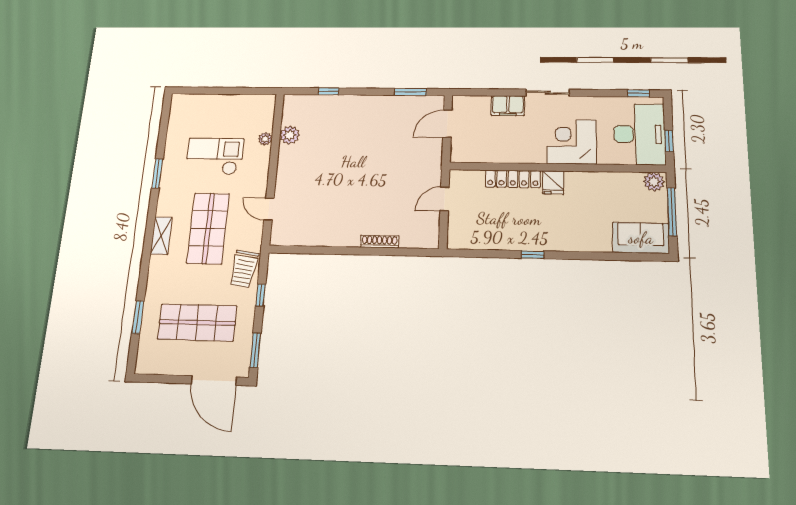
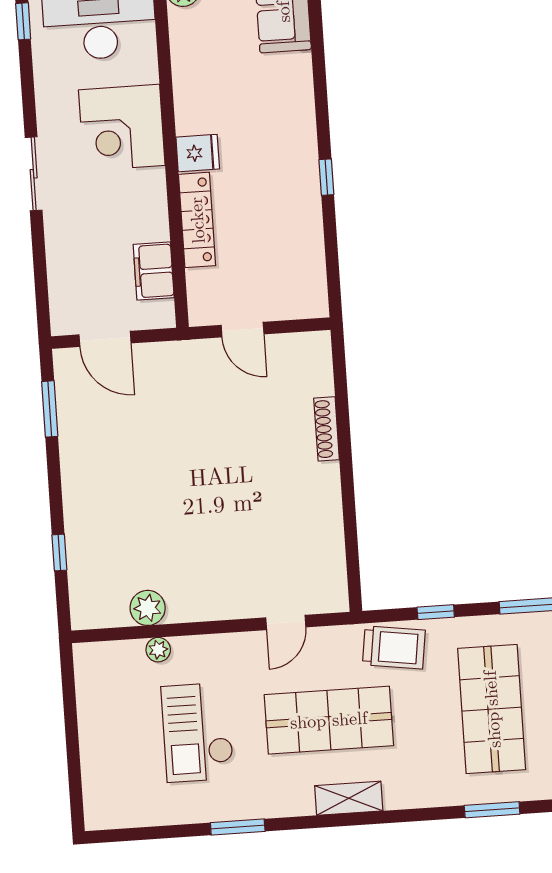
filing cabinet: (508, 106) -> (154, 271), moved, turned 180

